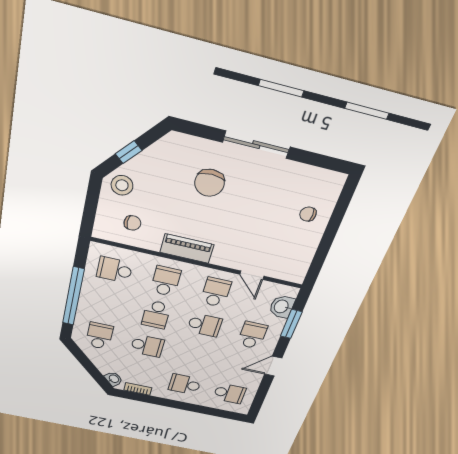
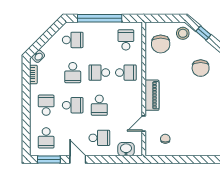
chair: (209, 183) -> (201, 68), moved, turned -90
chair: (308, 214) -> (165, 139), moved
chair: (132, 223) -> (161, 44), width x1.87, depth x1.87
piano: (187, 248) -> (152, 95), moved
school desk: (216, 292) -> (73, 105), moved
window: (291, 324) -> (49, 160), moved

